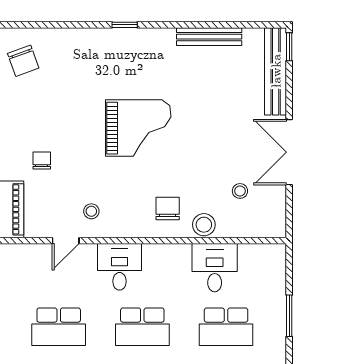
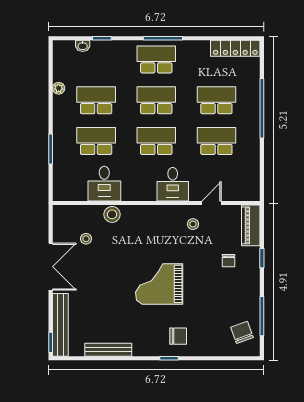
chair: (168, 208) -> (178, 336), moved, turned -90

